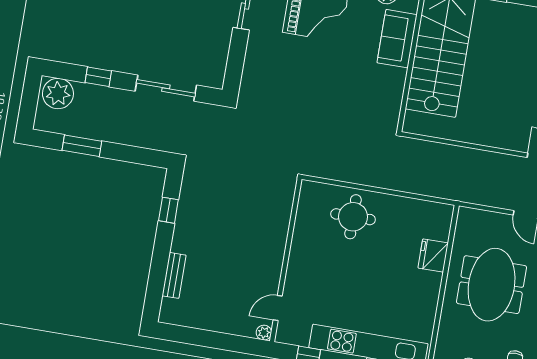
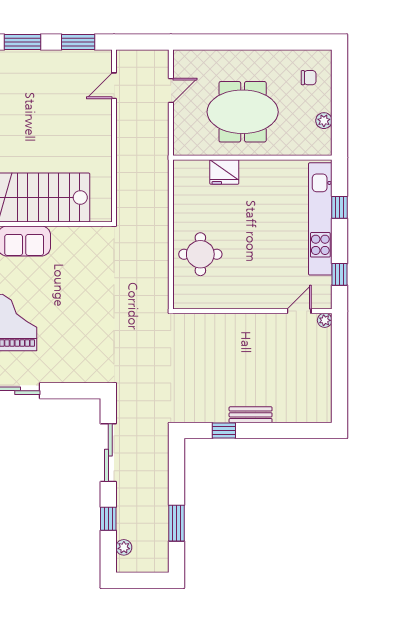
plant: (58, 94) -> (124, 547), width x0.53, depth x0.53
bench: (174, 275) -> (251, 415), moved
door: (278, 308) -> (299, 311), swing flipped

